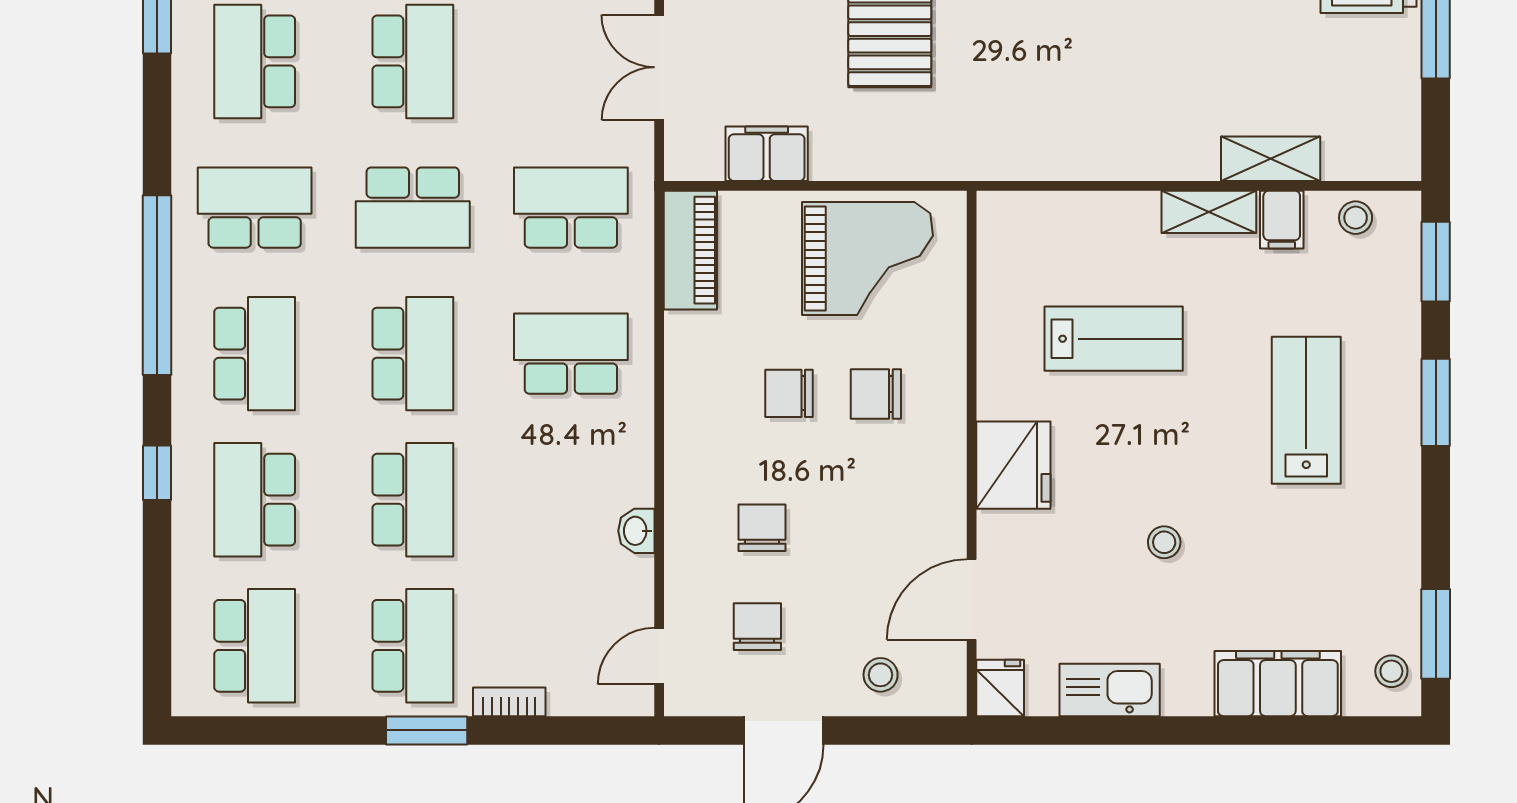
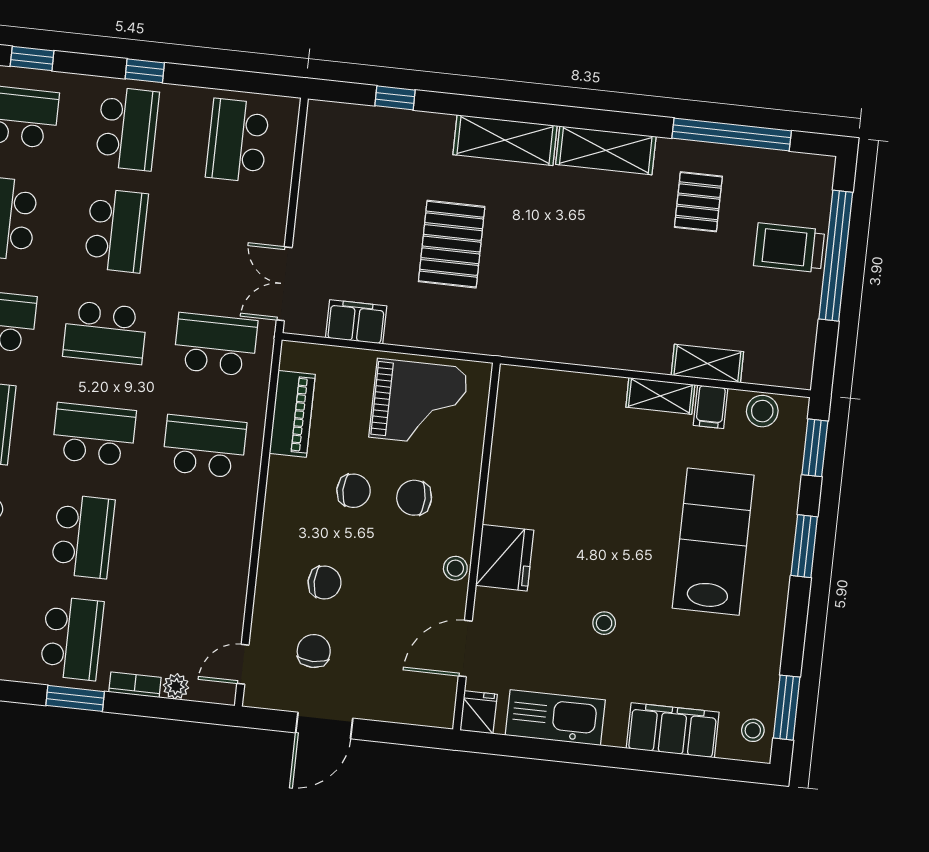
double door: (659, 67) -> (284, 284), moved
stool: (1356, 218) -> (762, 411), width x1.37, depth x1.37
piano: (690, 250) -> (292, 414), moved
lab bench: (1114, 339) -> (584, 477), removed
school desk: (413, 354) -> (94, 434), turned -90
chair: (789, 393) -> (354, 491), turned 180
lab bench: (1306, 410) -> (713, 542), width x1.36, depth x1.39
chair: (762, 528) -> (324, 582), turned 90
washbasin: (636, 531) -> (237, 575), removed
stool: (881, 675) -> (455, 568), moved
kitchen sink: (1110, 690) -> (555, 718), width x1.36, depth x1.24
plant: (568, 698) -> (176, 686), added

